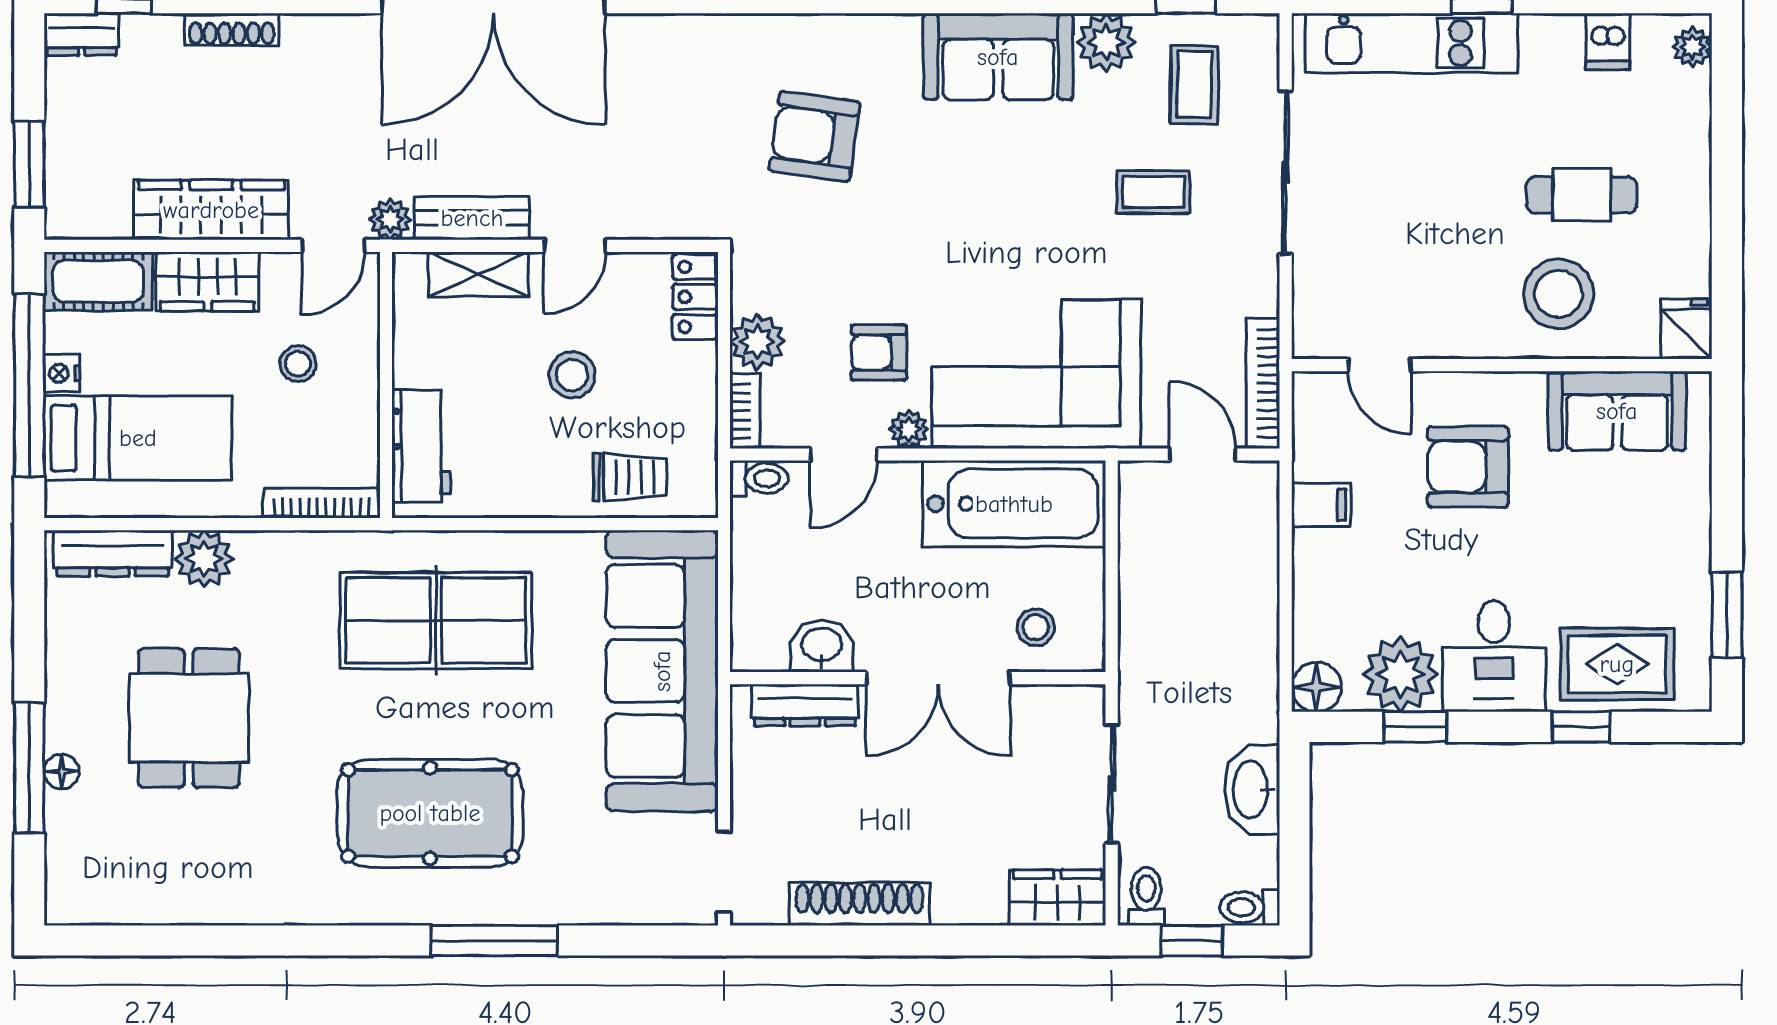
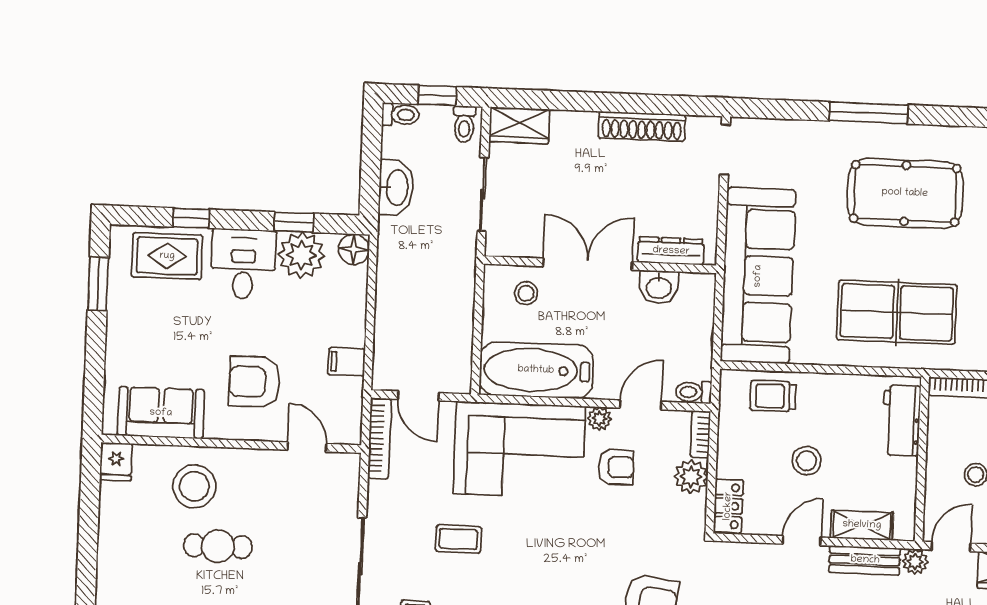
coffee table: (1153, 192) -> (458, 539), moved
cafe table: (1582, 195) -> (218, 546), moved
armchair: (1468, 467) -> (255, 382), turned 180

